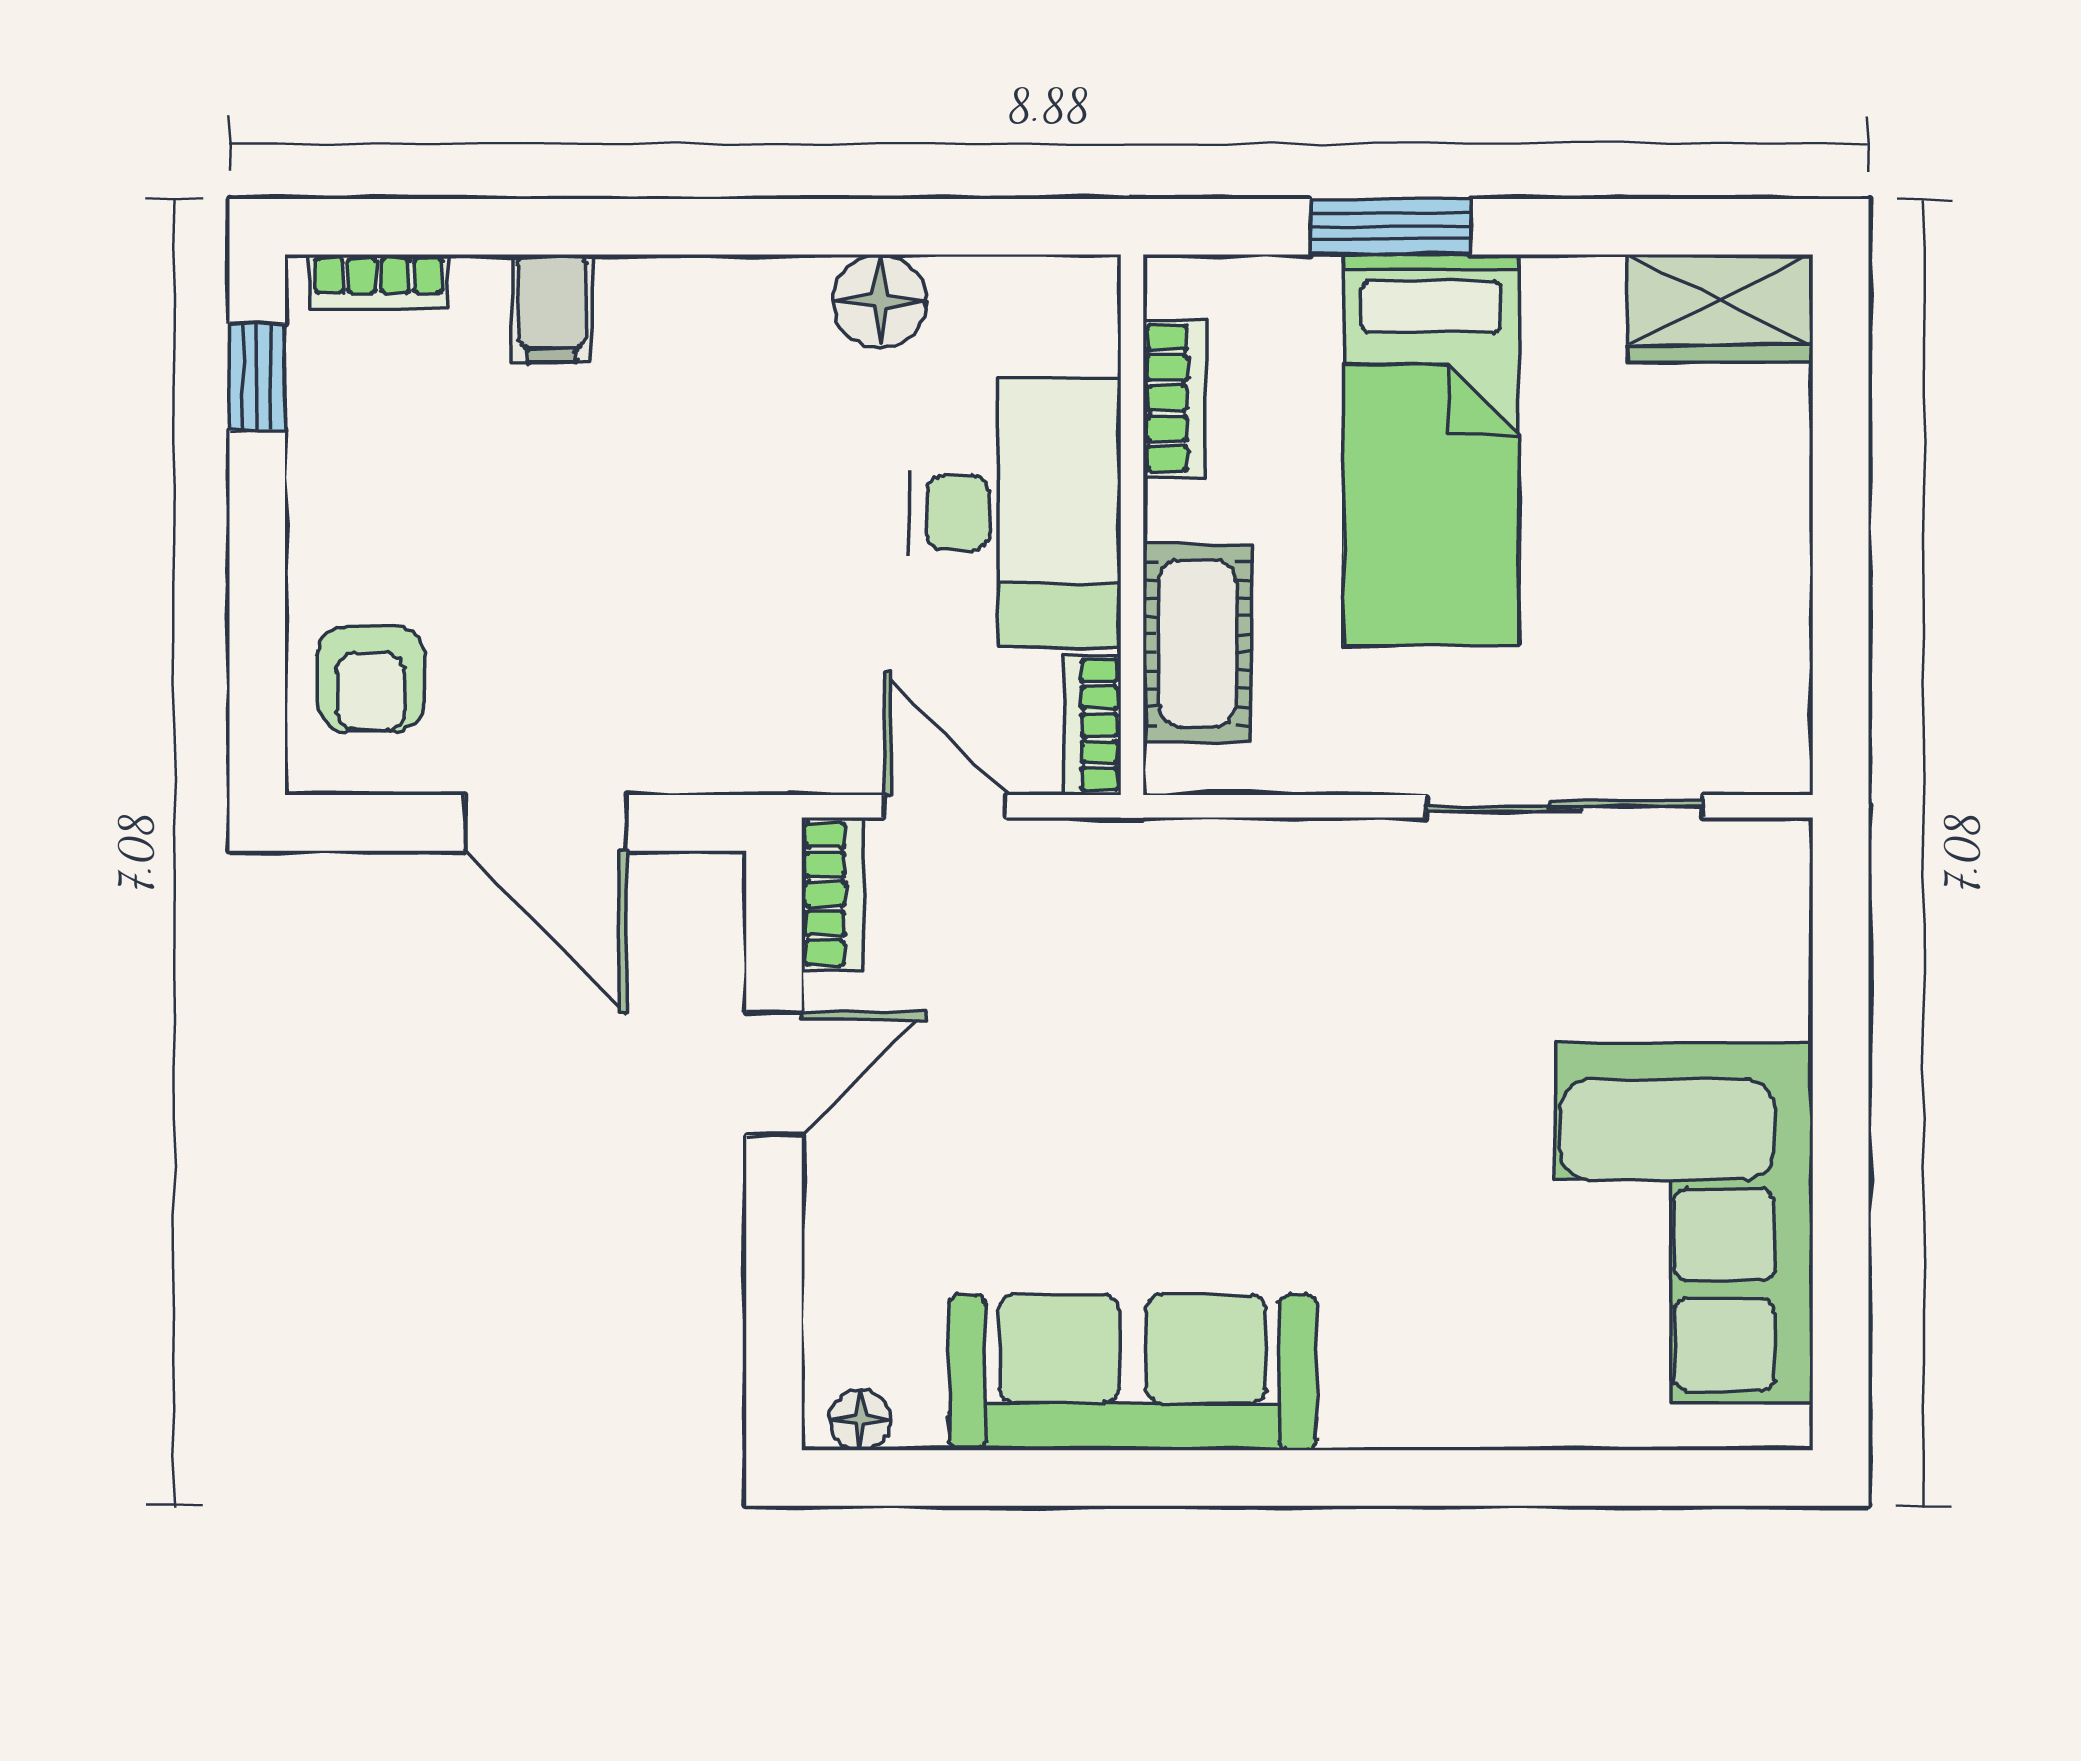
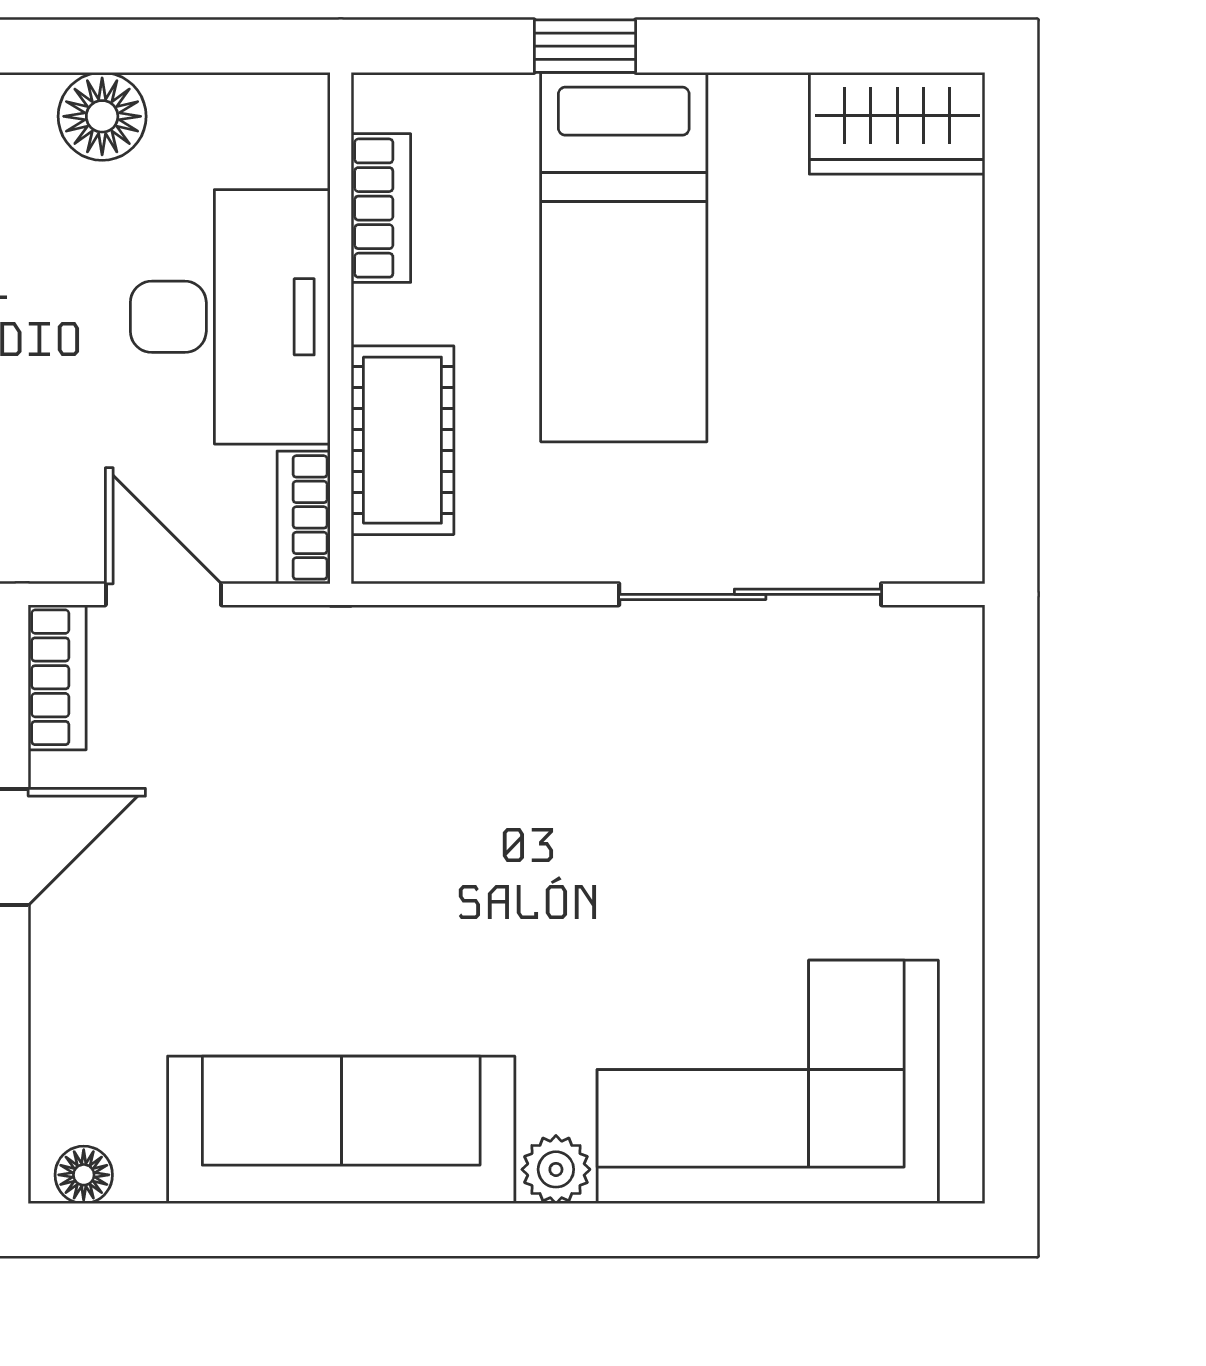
window: (1390, 227) -> (585, 46), width x0.67
corner sofa: (1684, 1223) -> (768, 1082), moved, turned 90
plant: (1360, 1414) -> (556, 1169), added

